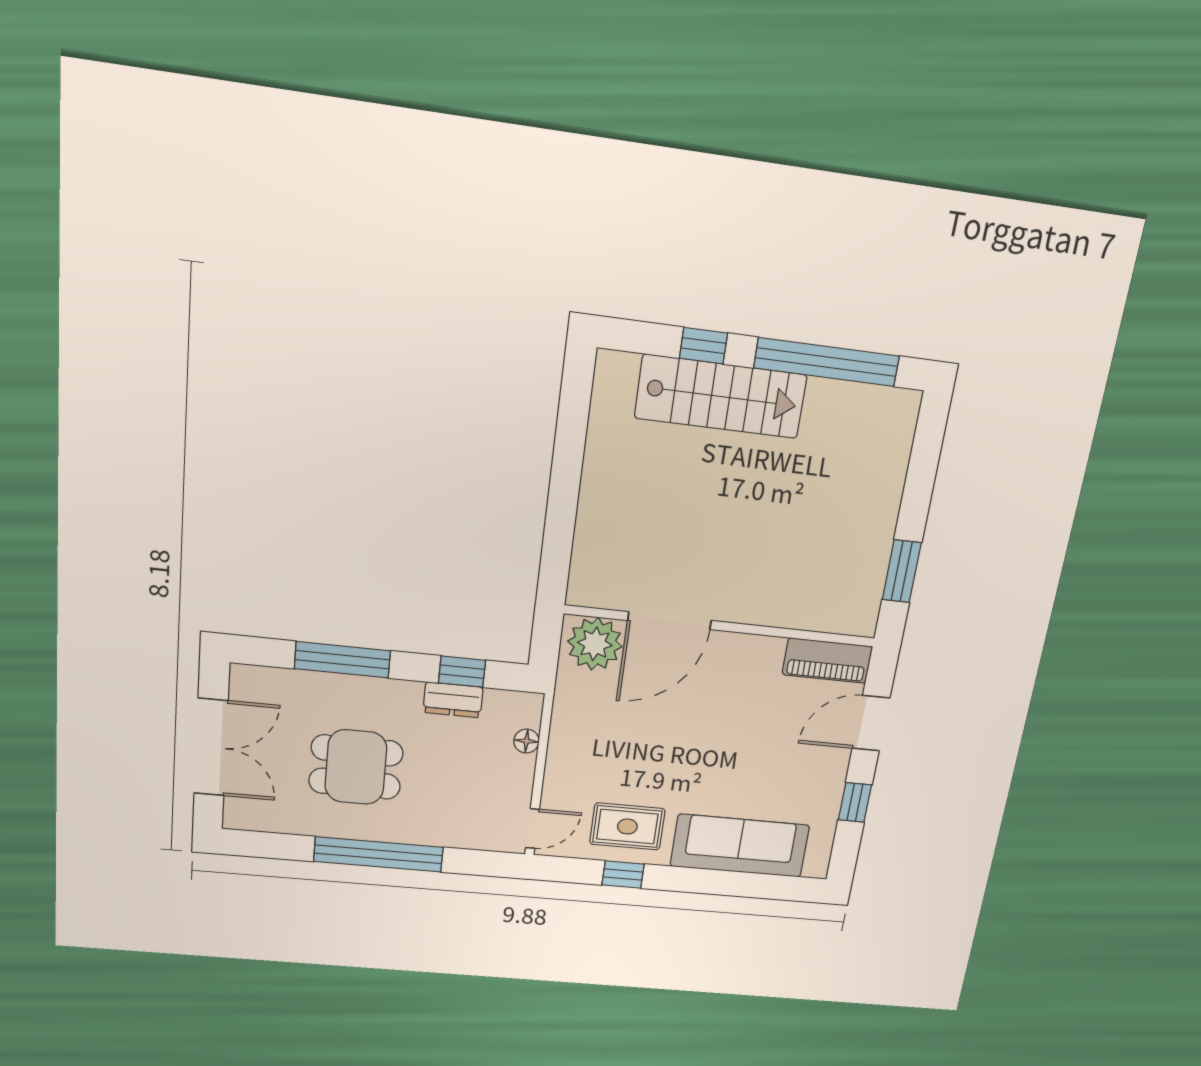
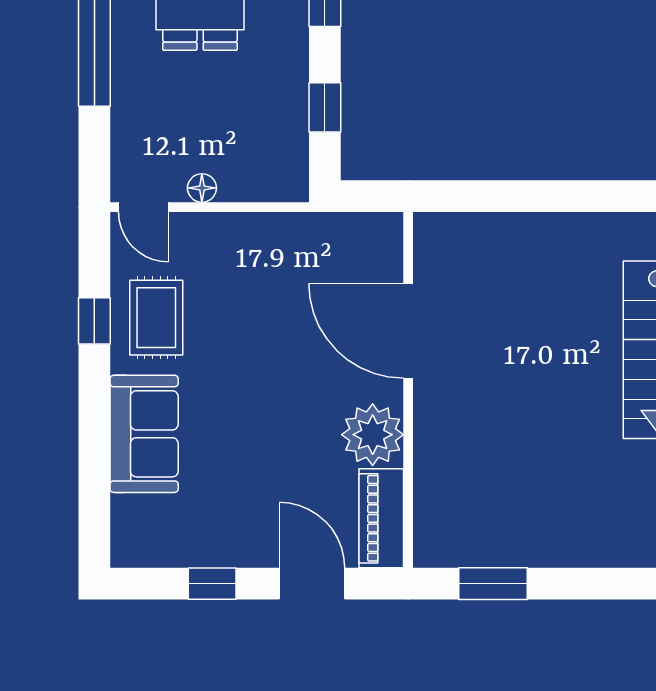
plant: (595, 644) -> (373, 435), moved
dresser: (453, 700) -> (291, 101), removed
floor lamp: (526, 741) -> (202, 188), moved
sofa: (740, 846) -> (144, 434), width x0.73

